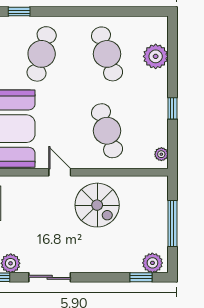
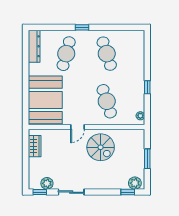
window: (19, 12) -> (82, 27), moved
plant: (156, 56) -> (137, 55), removed
door: (60, 172) -> (77, 127), swing flipped
window: (172, 224) -> (147, 159), width x0.69

